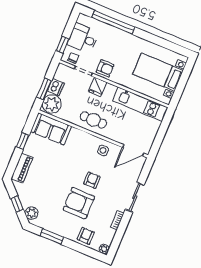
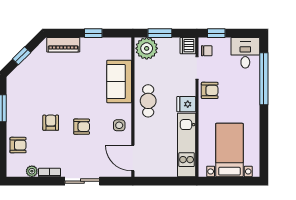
desk: (83, 38) -> (245, 53), moved
armchair: (105, 68) -> (210, 90), turned -90
dishwasher: (56, 87) -> (188, 46), moved, turned 90
fridge: (98, 87) -> (186, 104), moved
sofa: (51, 129) -> (119, 82), moved
armchair: (79, 203) -> (51, 123), width x0.53, depth x0.53
plant: (32, 213) -> (18, 76), removed
plant: (104, 249) -> (32, 171), moved

